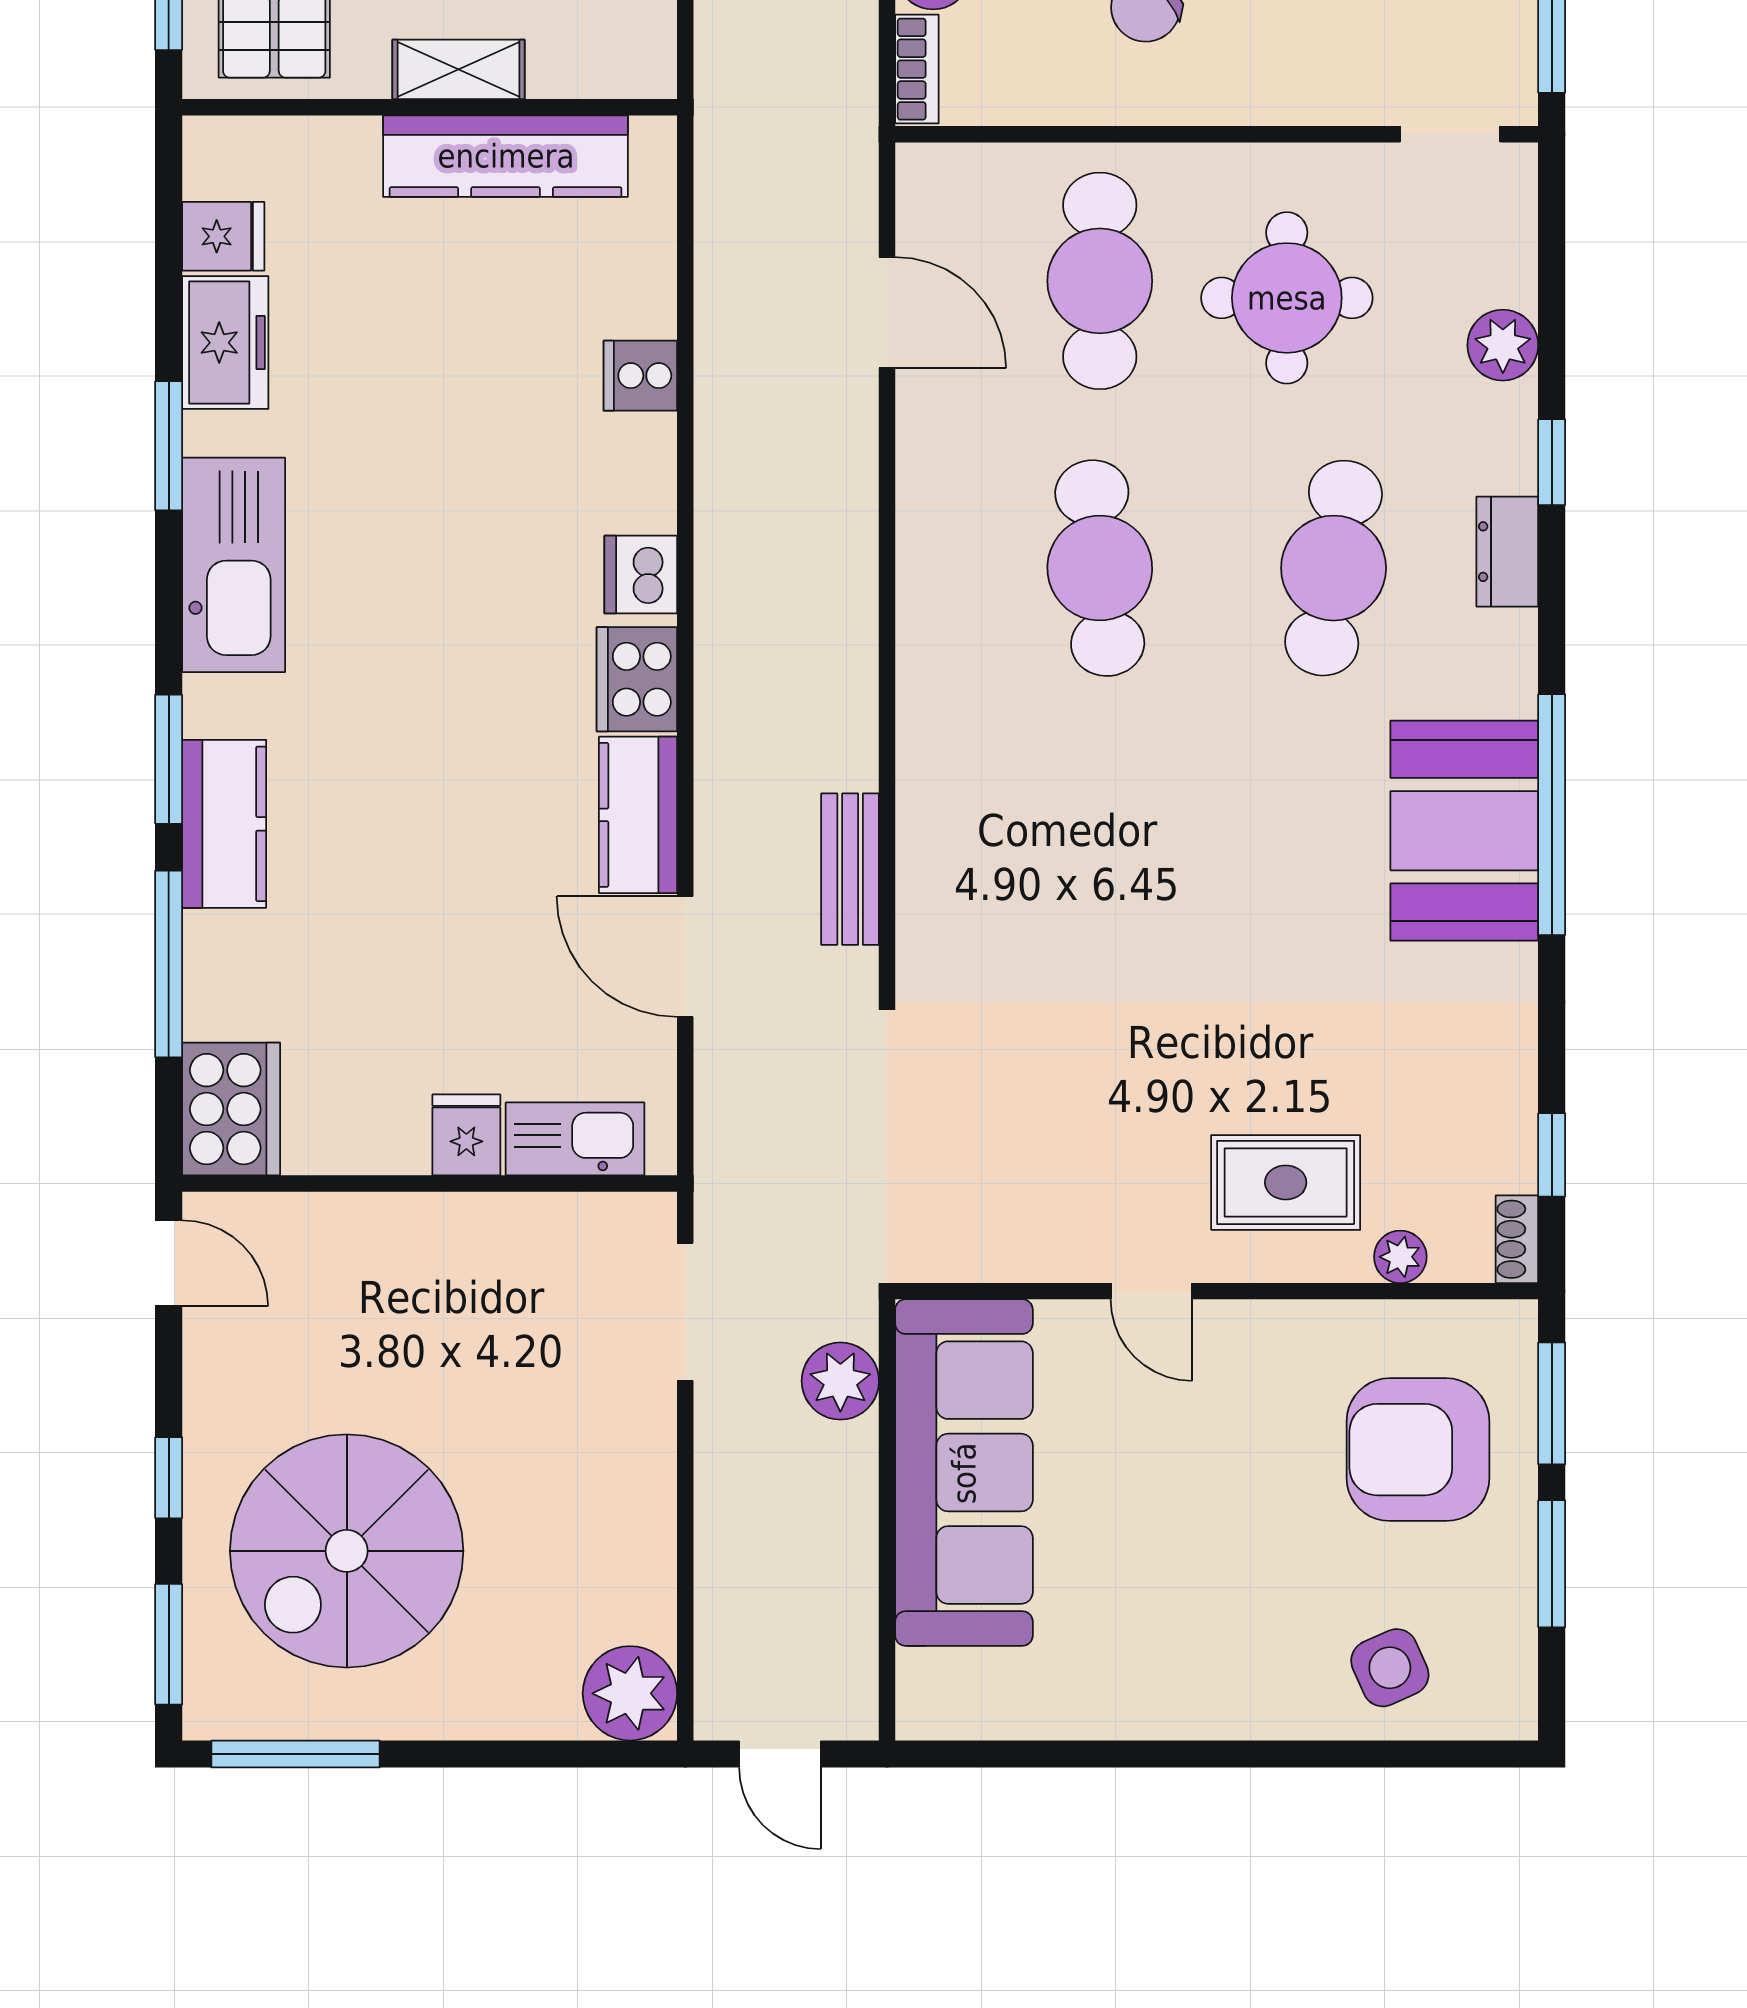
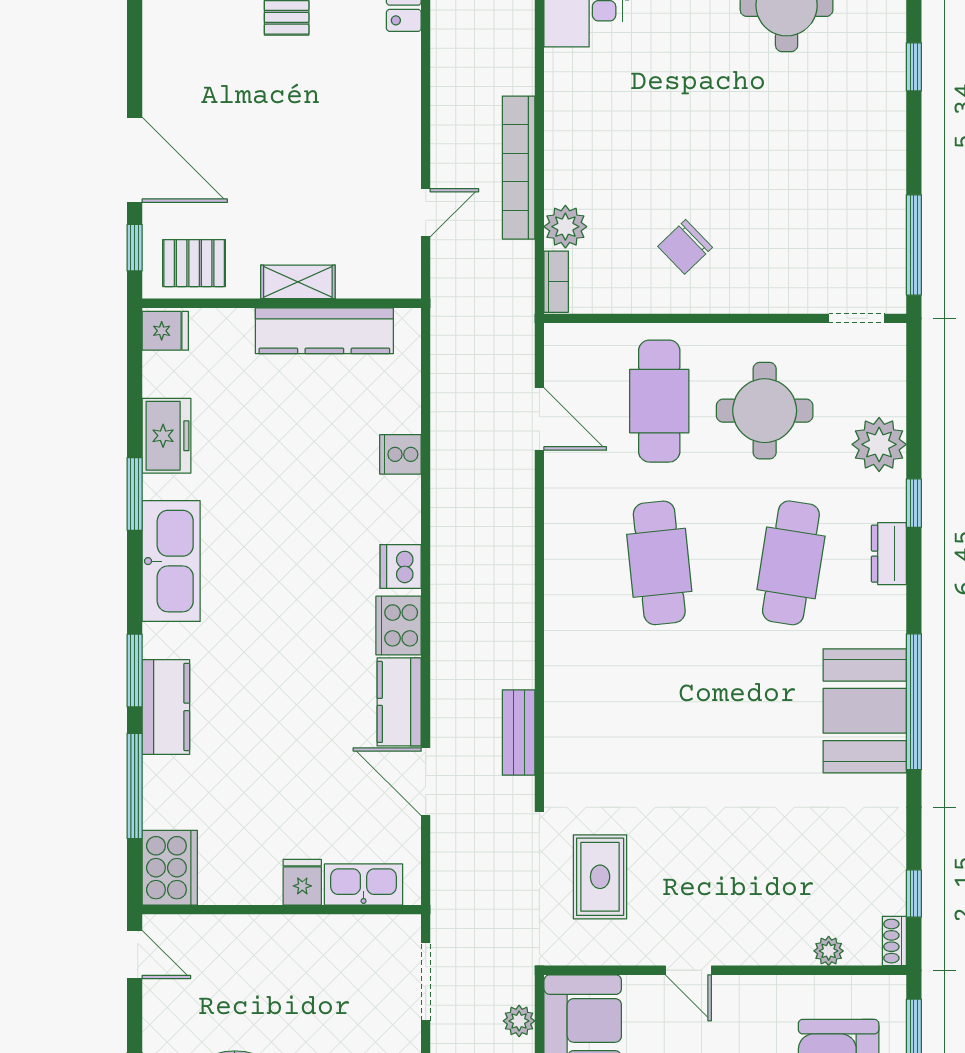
fridge: (223, 236) -> (165, 331), moved
plant: (1503, 345) -> (879, 444), width x1.36, depth x1.36
rug: (1286, 1182) -> (600, 877), moved, turned 90
plant: (840, 1381) -> (519, 1021), width x0.73, depth x0.73

